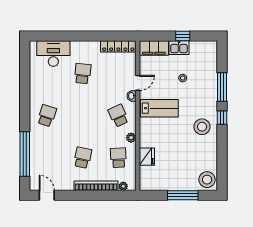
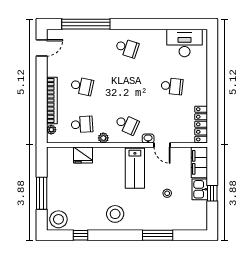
desk: (53, 53) -> (185, 43), moved, turned -90
school desk: (118, 116) -> (127, 124), turned 48
window: (222, 118) -> (80, 235), moved

